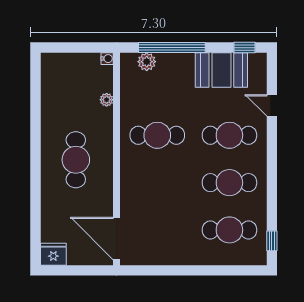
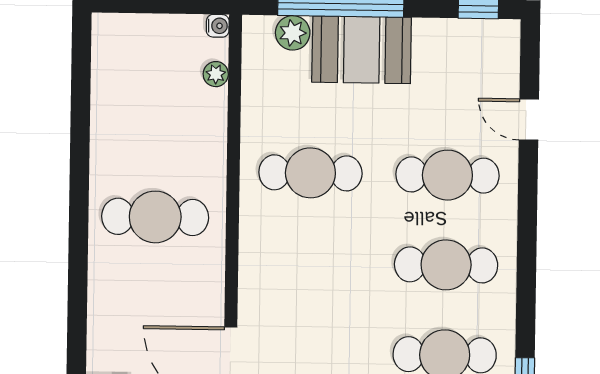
booth: (221, 70) -> (362, 50), moved
plant: (107, 100) -> (216, 74), moved
cafe table: (76, 160) -> (155, 217), turned 90

